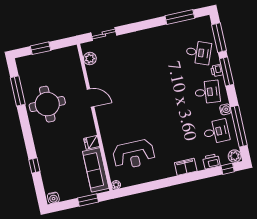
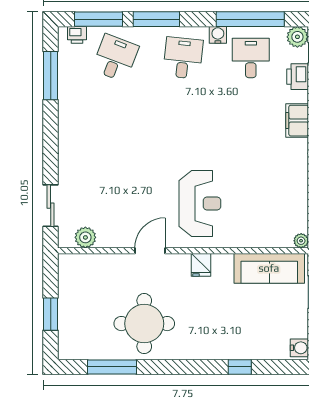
printer: (217, 71) -> (77, 35), moved
fridge: (92, 142) -> (201, 265), moved
reception desk: (134, 154) -> (200, 203), moved

